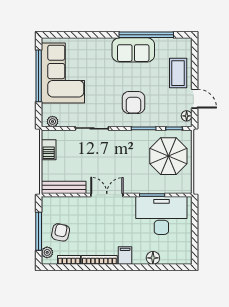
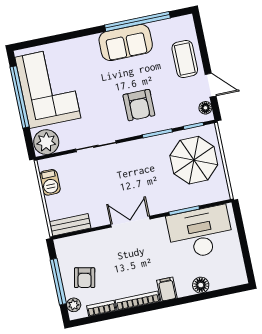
plant: (53, 121) -> (46, 142), width x1.87, depth x1.87
bench: (64, 187) -> (70, 225), width x0.73
armchair: (61, 232) -> (85, 278), turned 180

